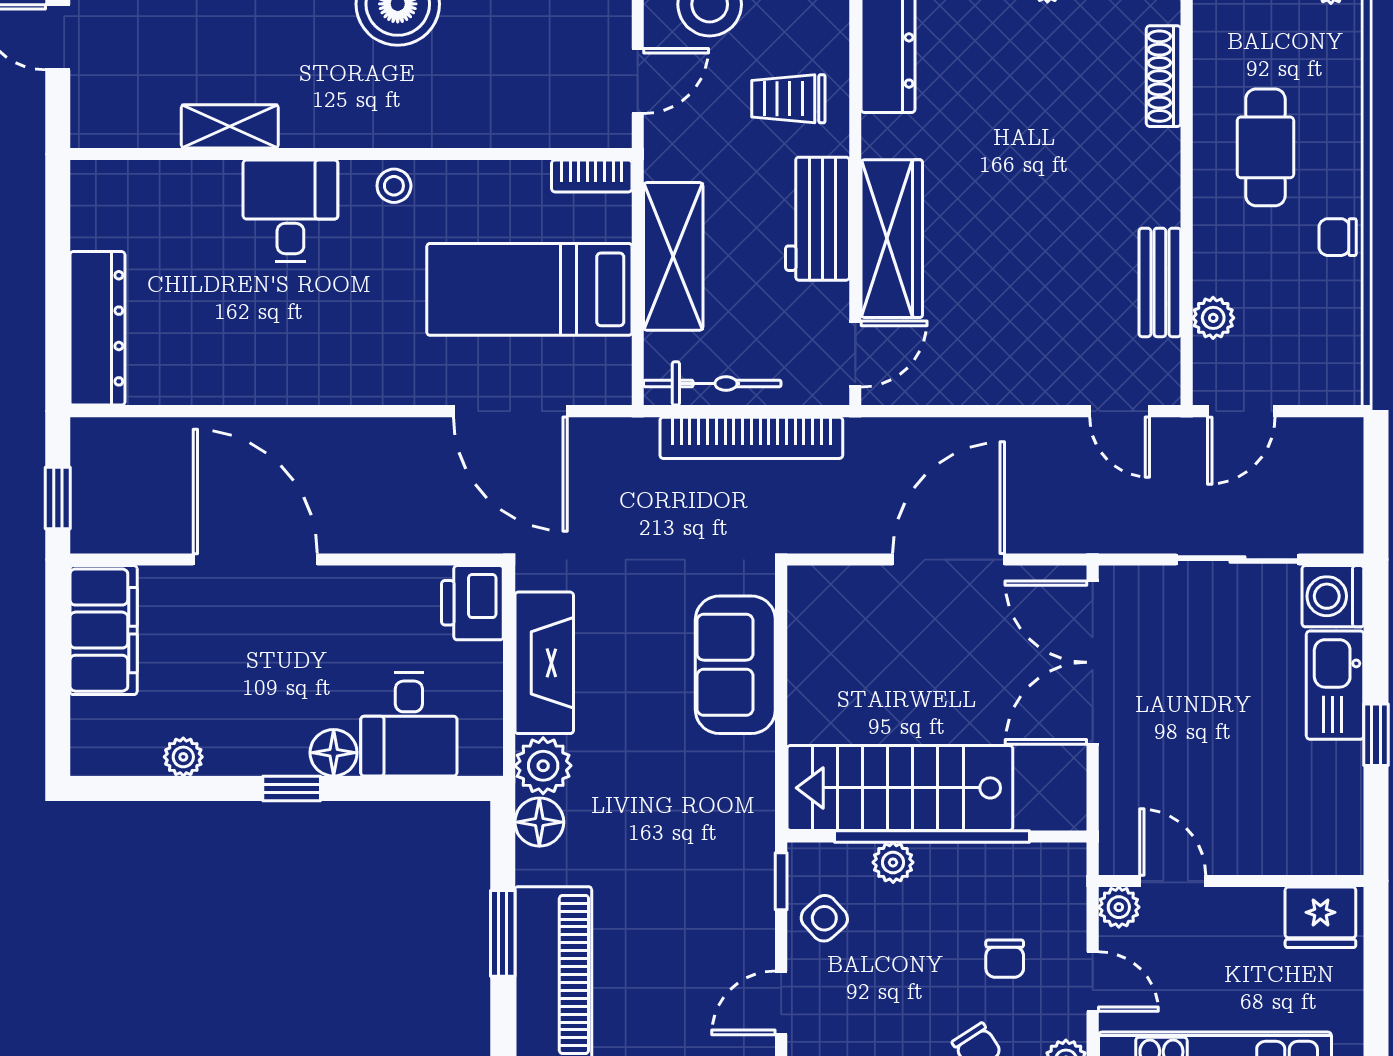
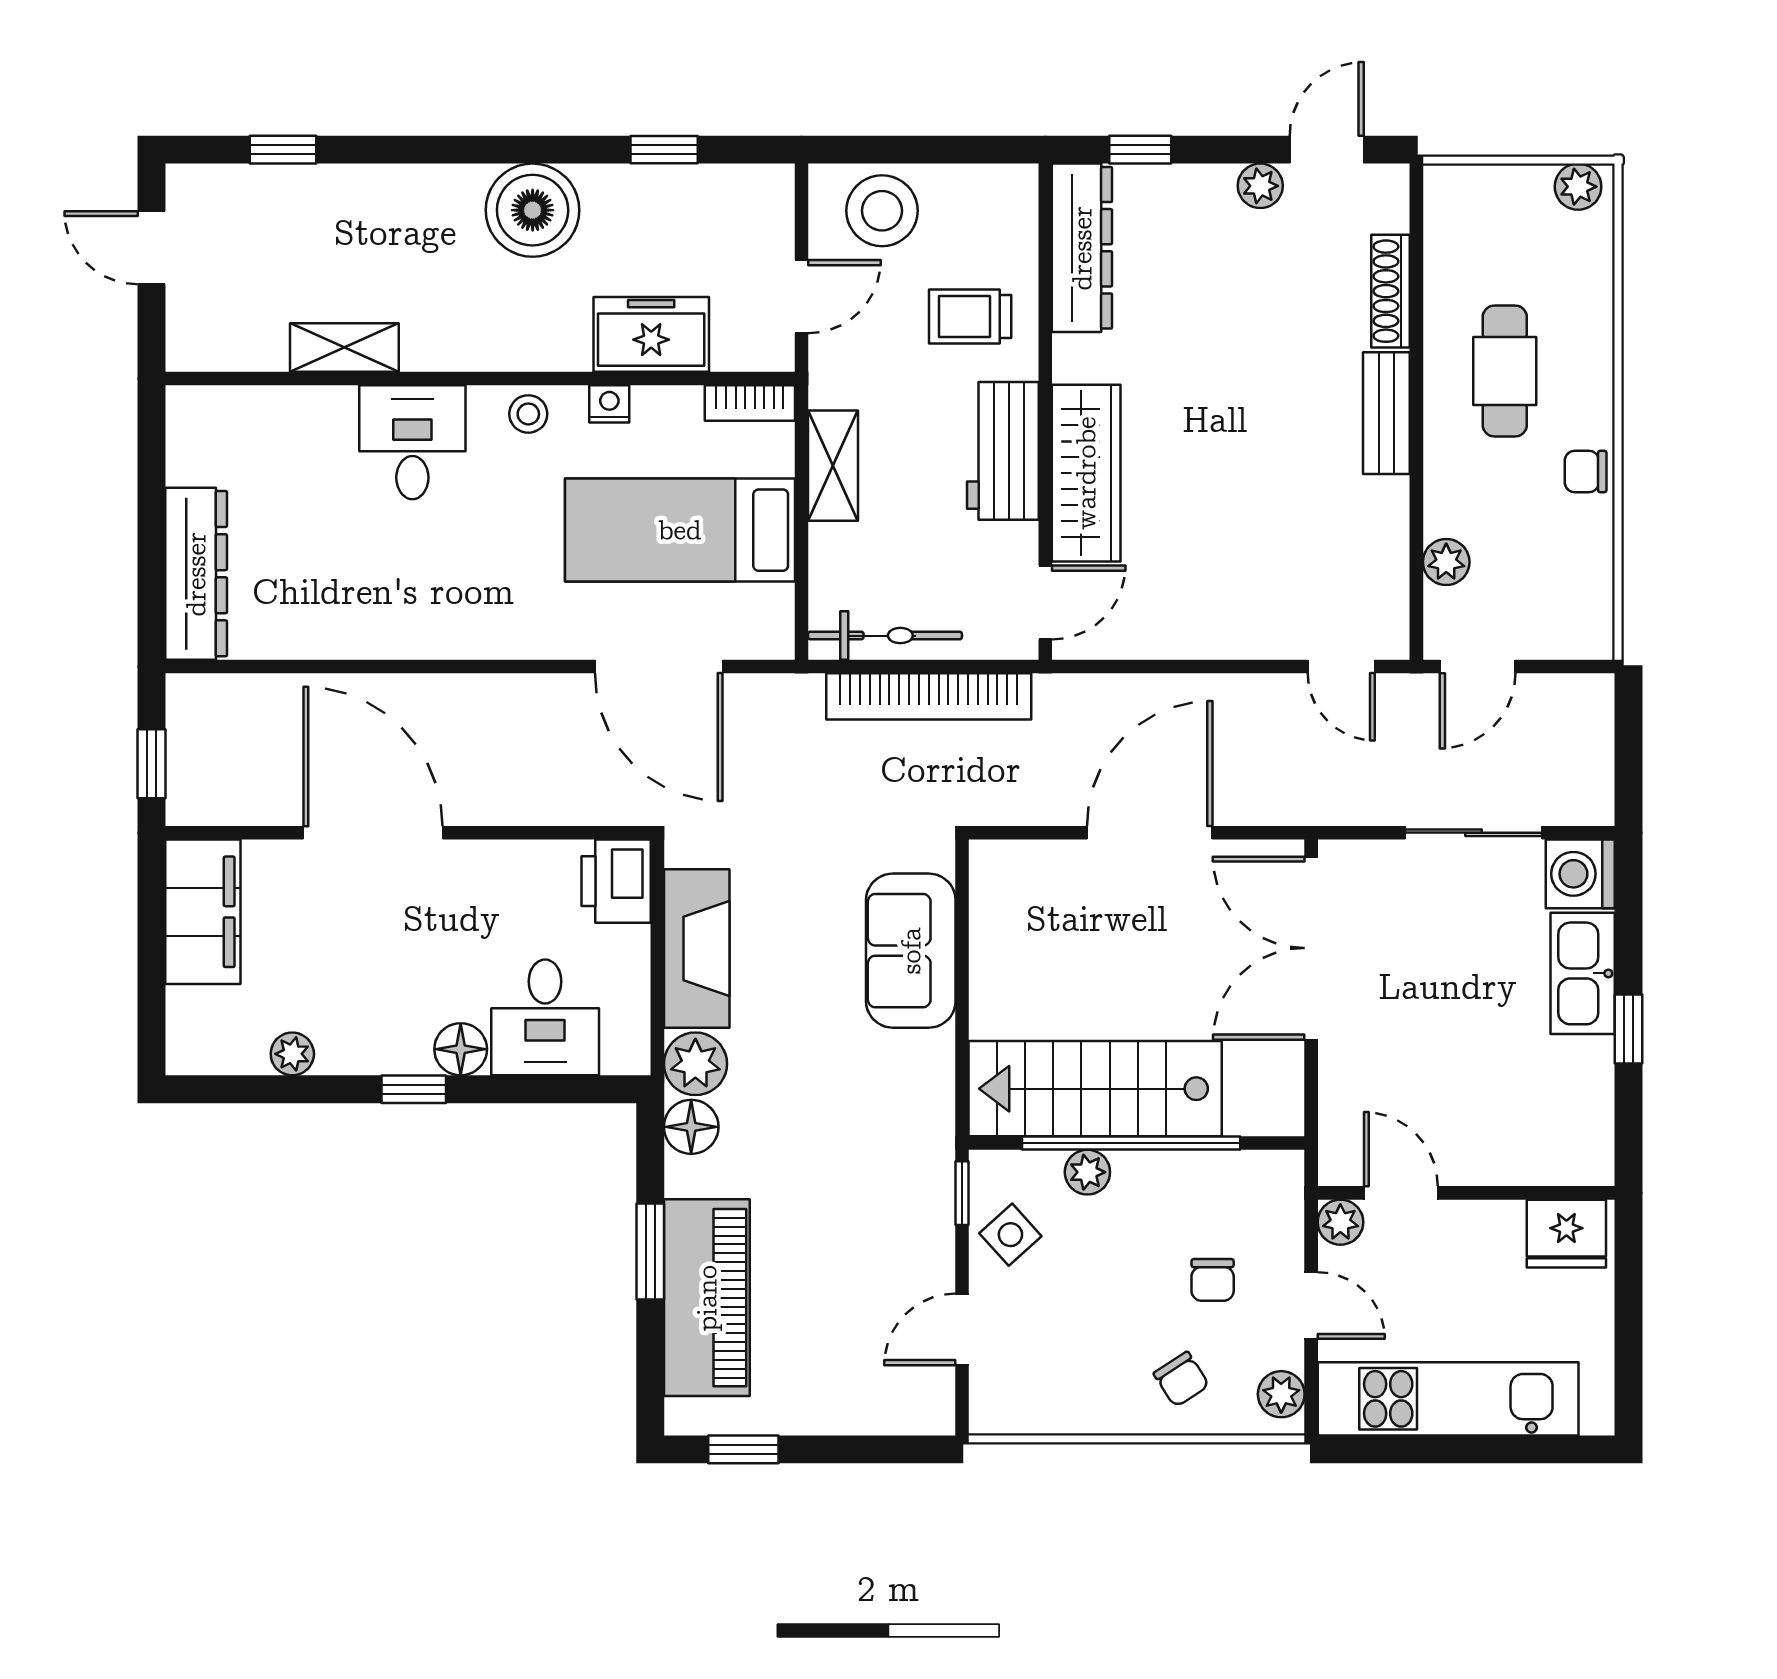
freezer: (504, 115) -> (651, 334), added
nightstand: (466, 177) -> (609, 404), added
shelving: (673, 256) -> (833, 466), width x0.67, depth x0.75
bench: (1160, 282) -> (1386, 413), moved

